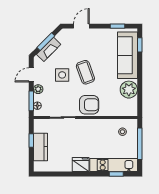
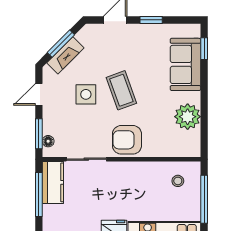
window: (118, 26) -> (151, 20), moved
sofa: (127, 55) -> (185, 64), width x0.73
plant: (38, 89) -> (49, 116), removed
armchair: (89, 105) -> (127, 140), turned 180
window: (31, 141) -> (39, 194), width x2.17
kitchen counter: (40, 147) -> (53, 182), moved

